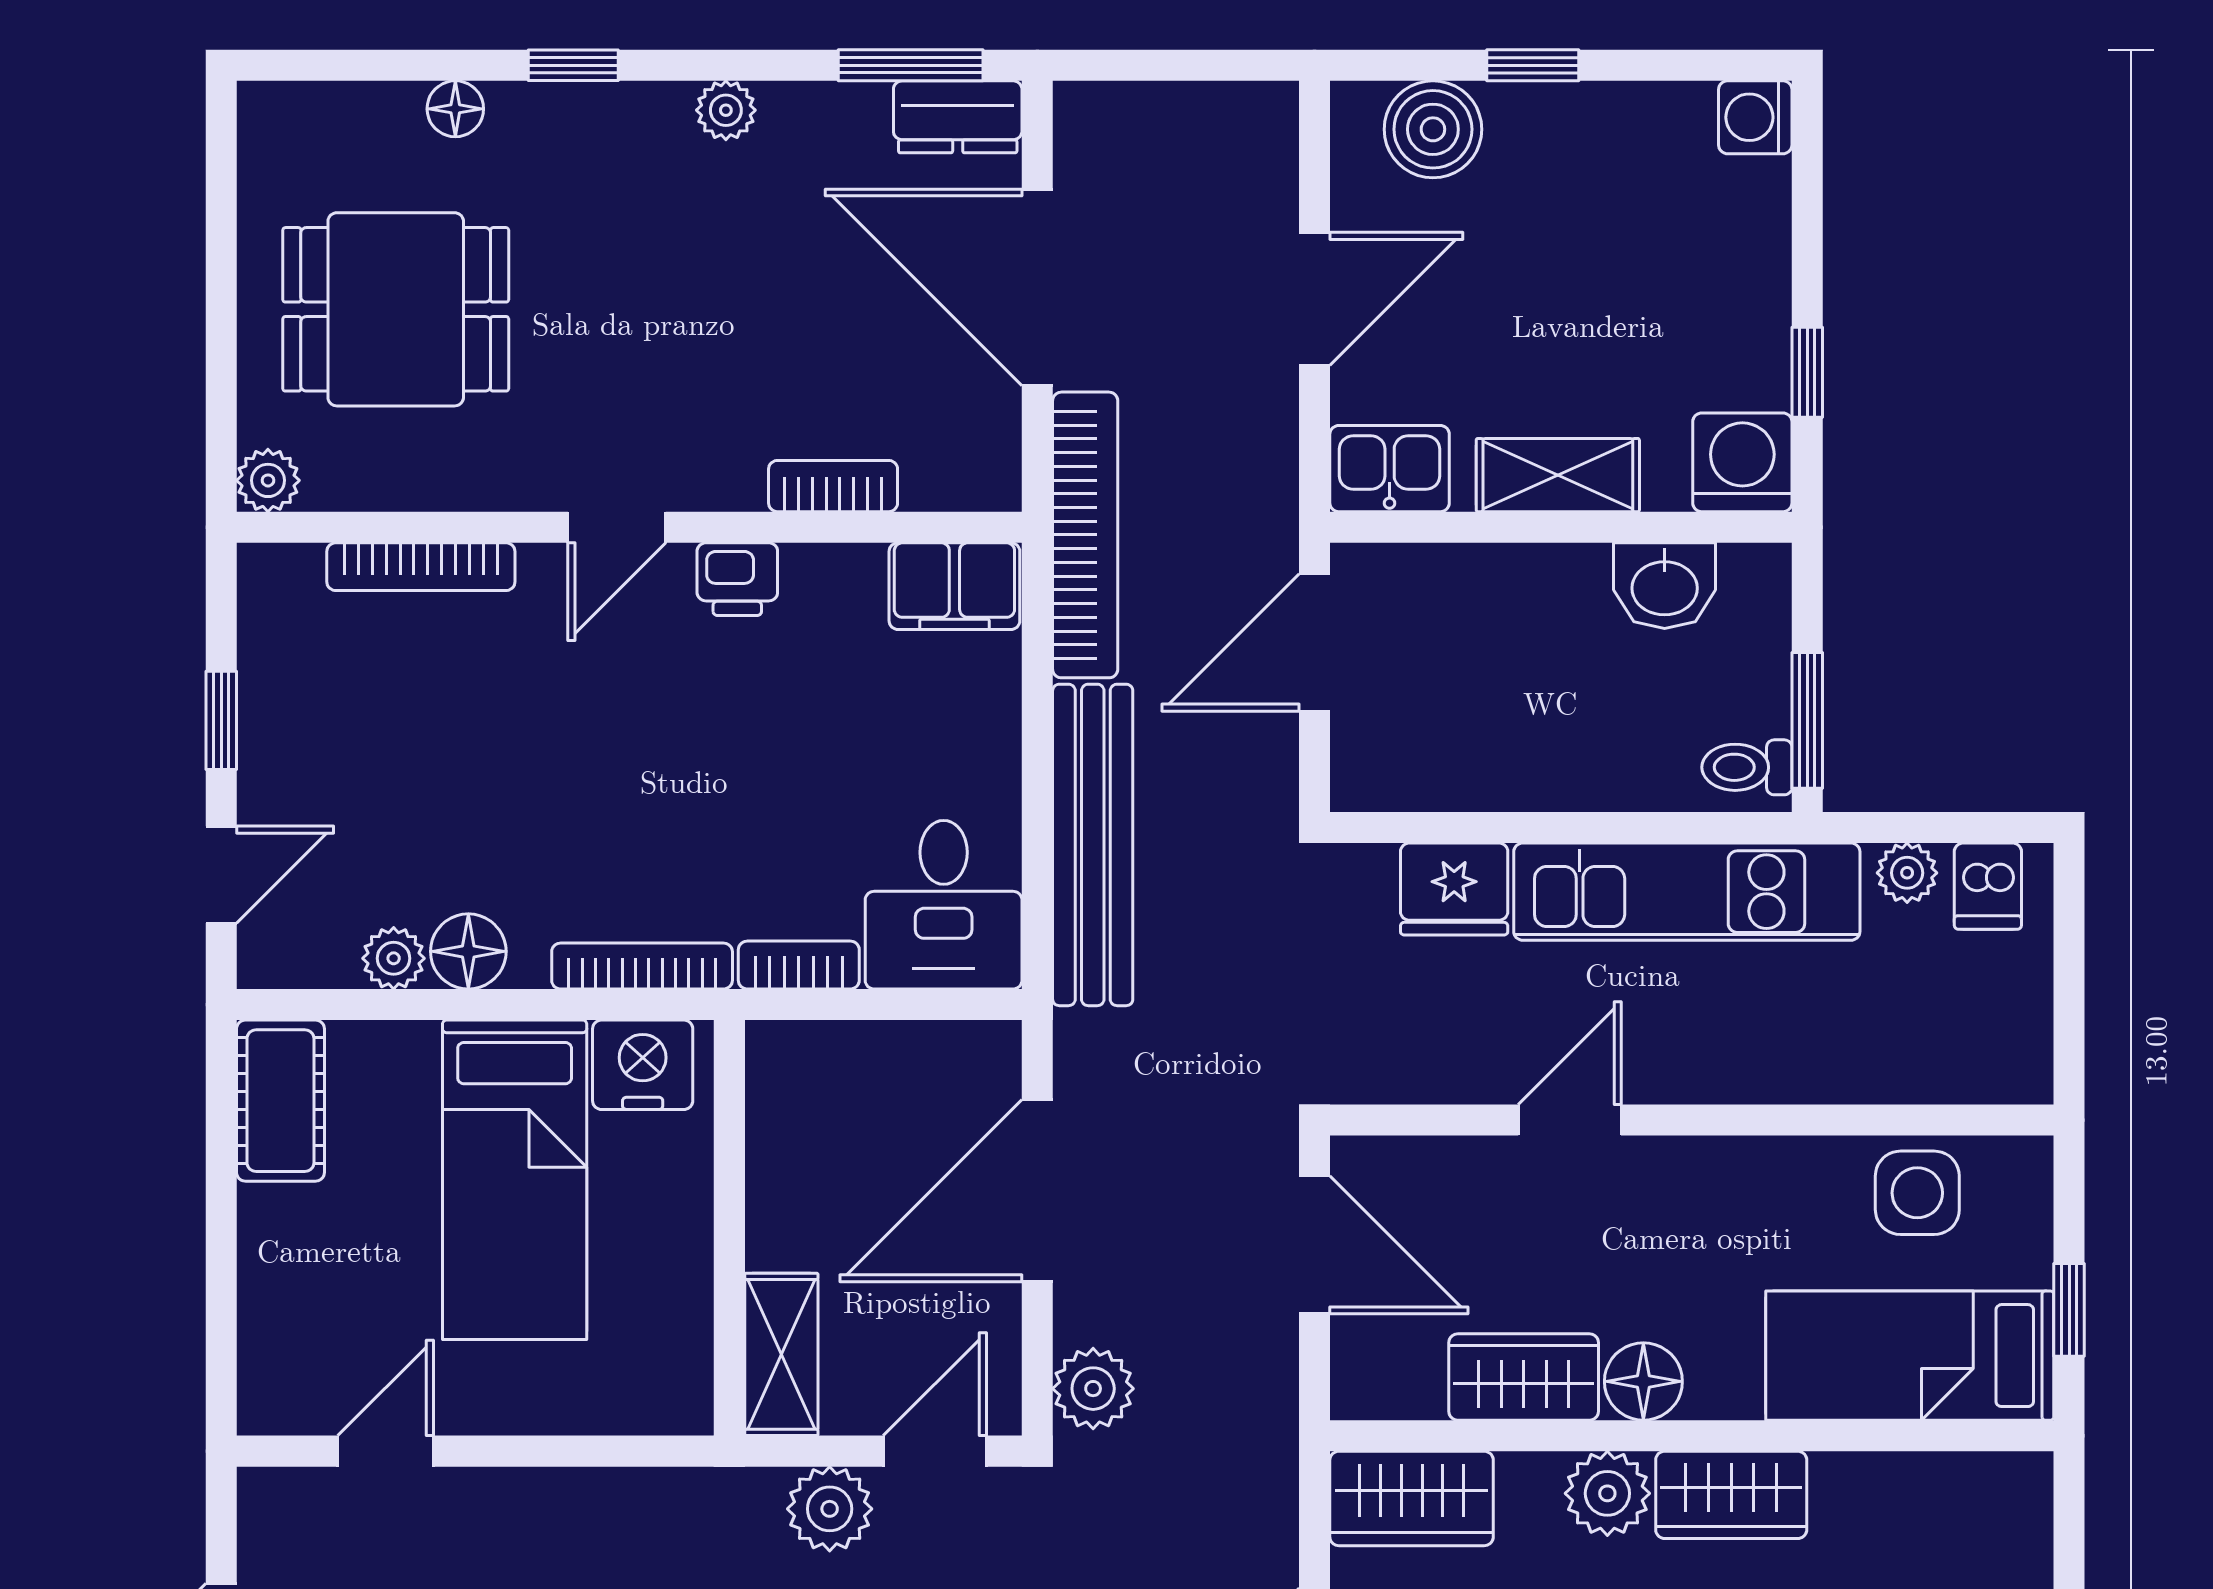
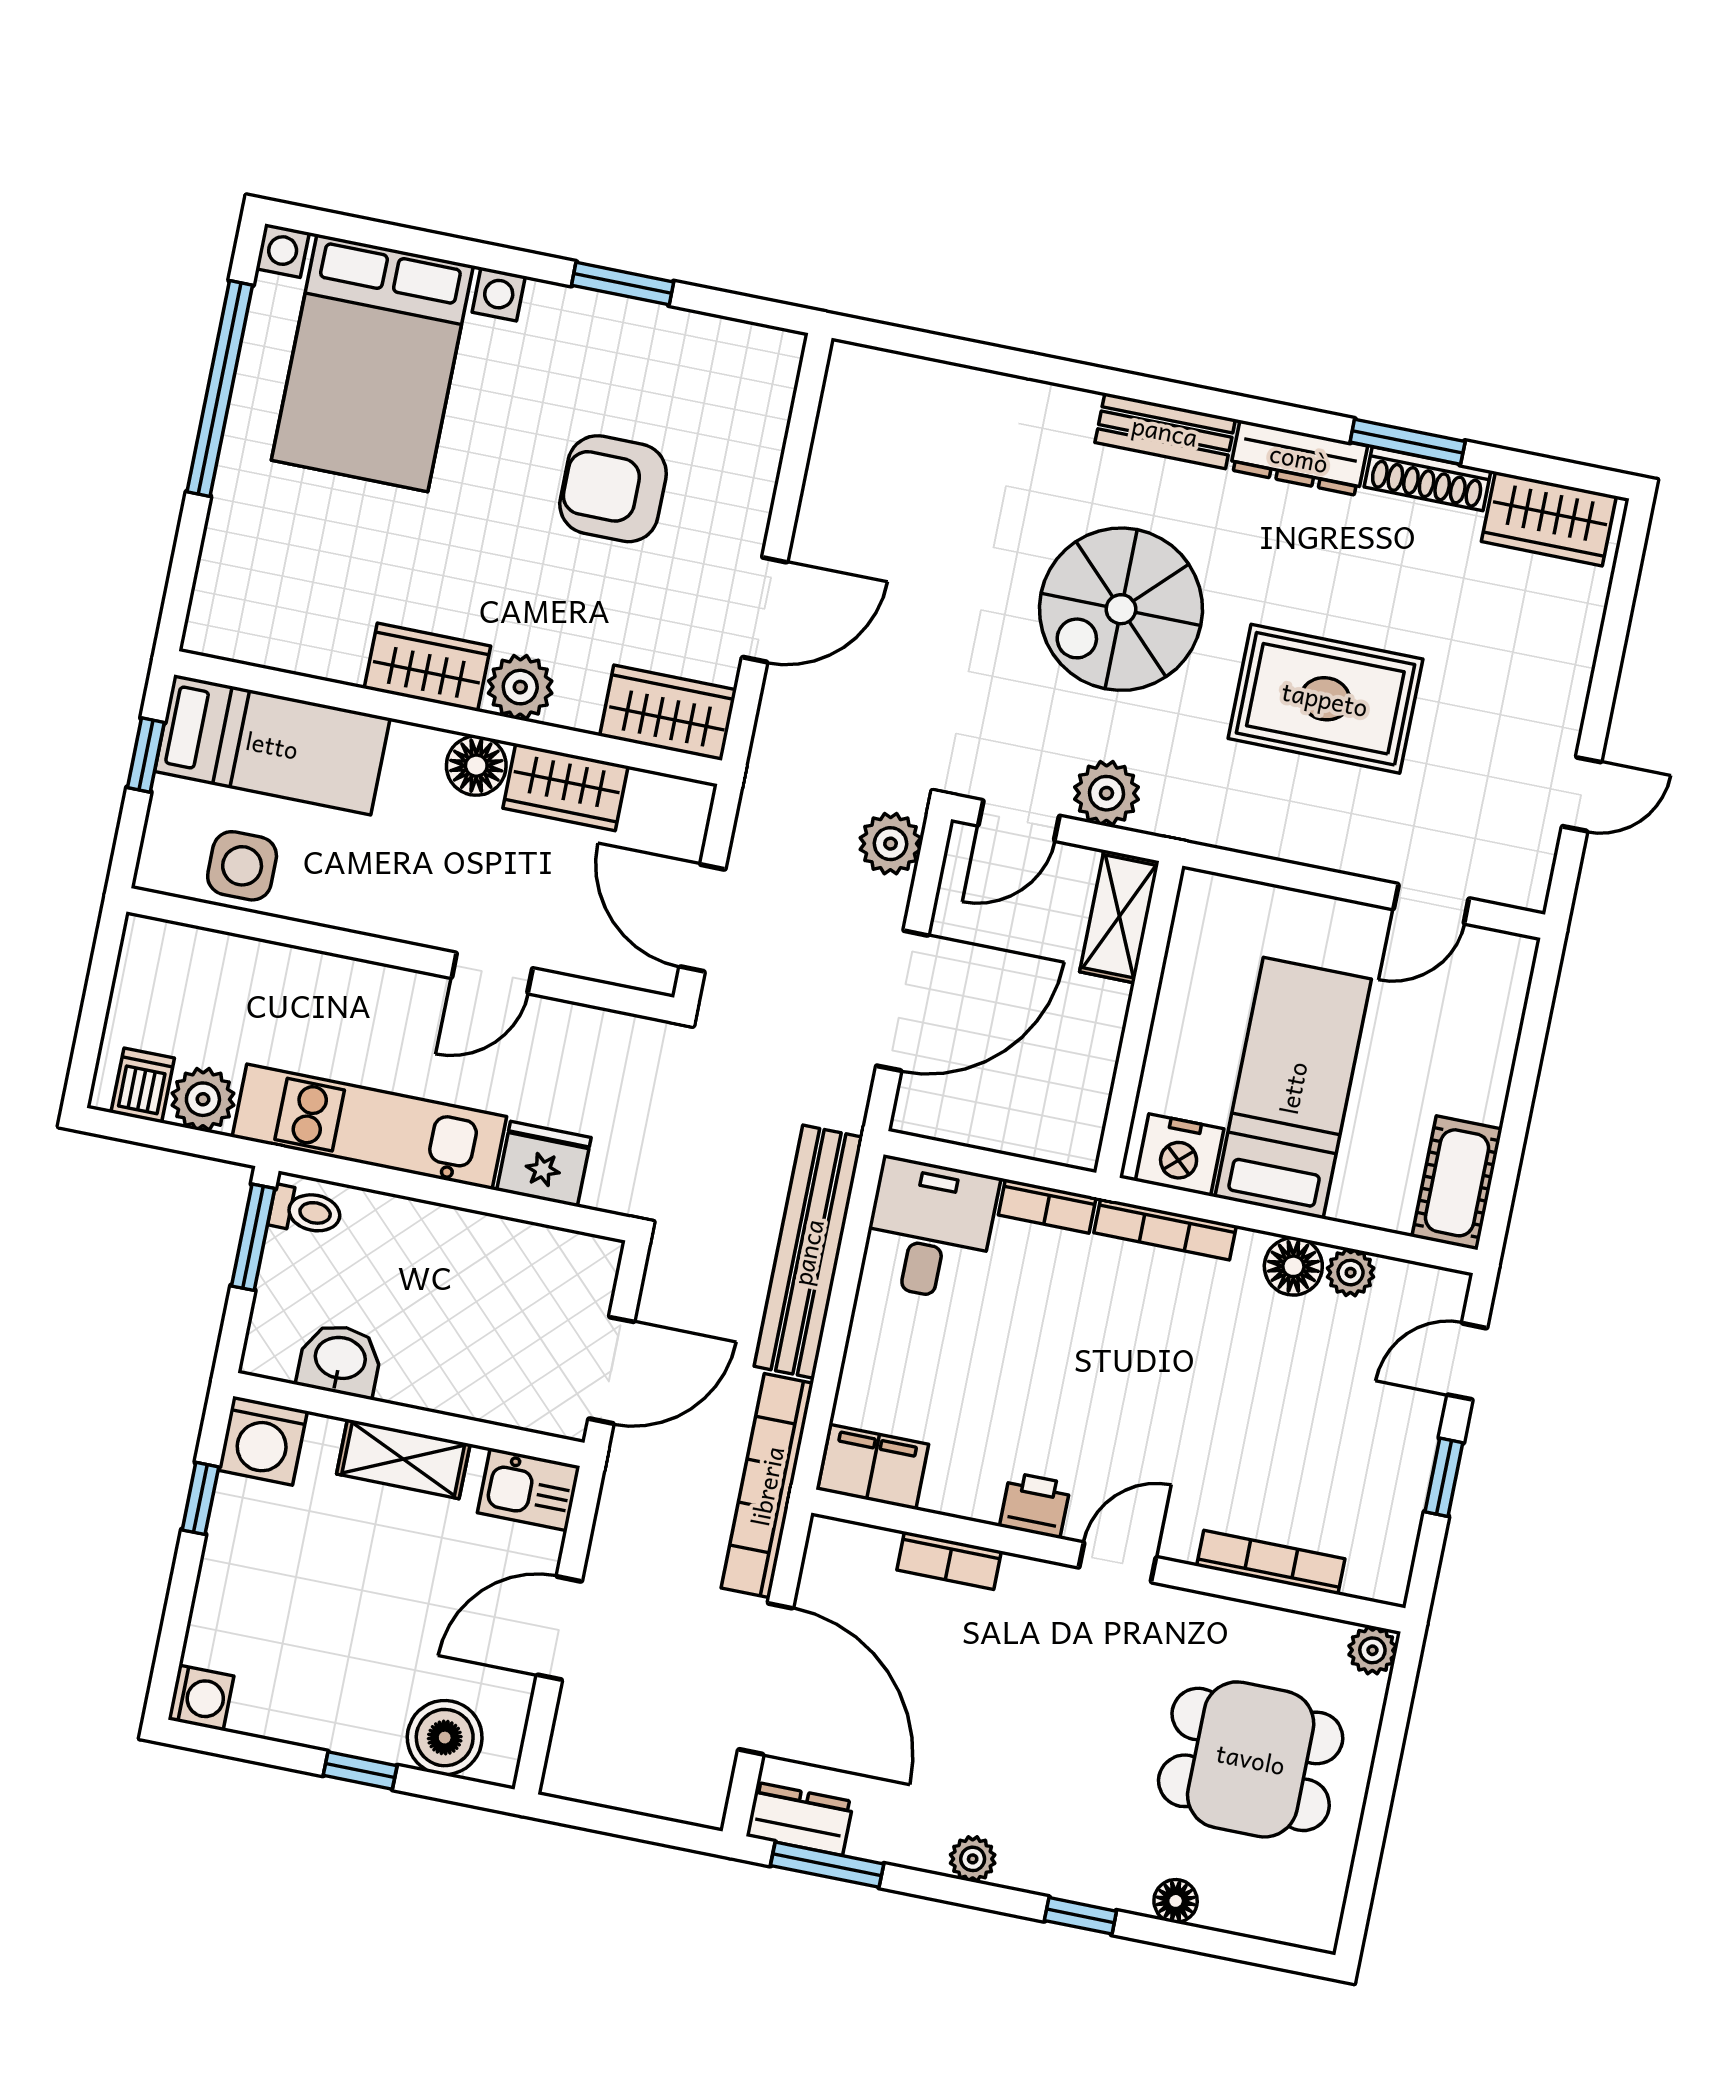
plant: (1907, 873) -> (203, 1099), width x1.38, depth x1.38

